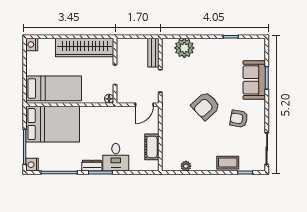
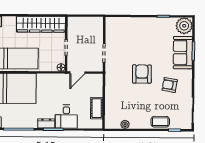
plant: (184, 48) -> (184, 26), moved
bench: (153, 53) -> (98, 29), removed
door: (144, 105) -> (77, 73), moved
armchair: (206, 106) -> (142, 74), turned 133

